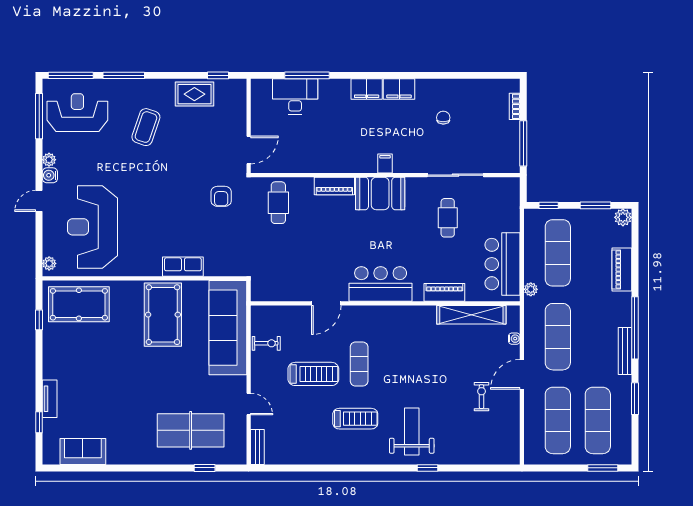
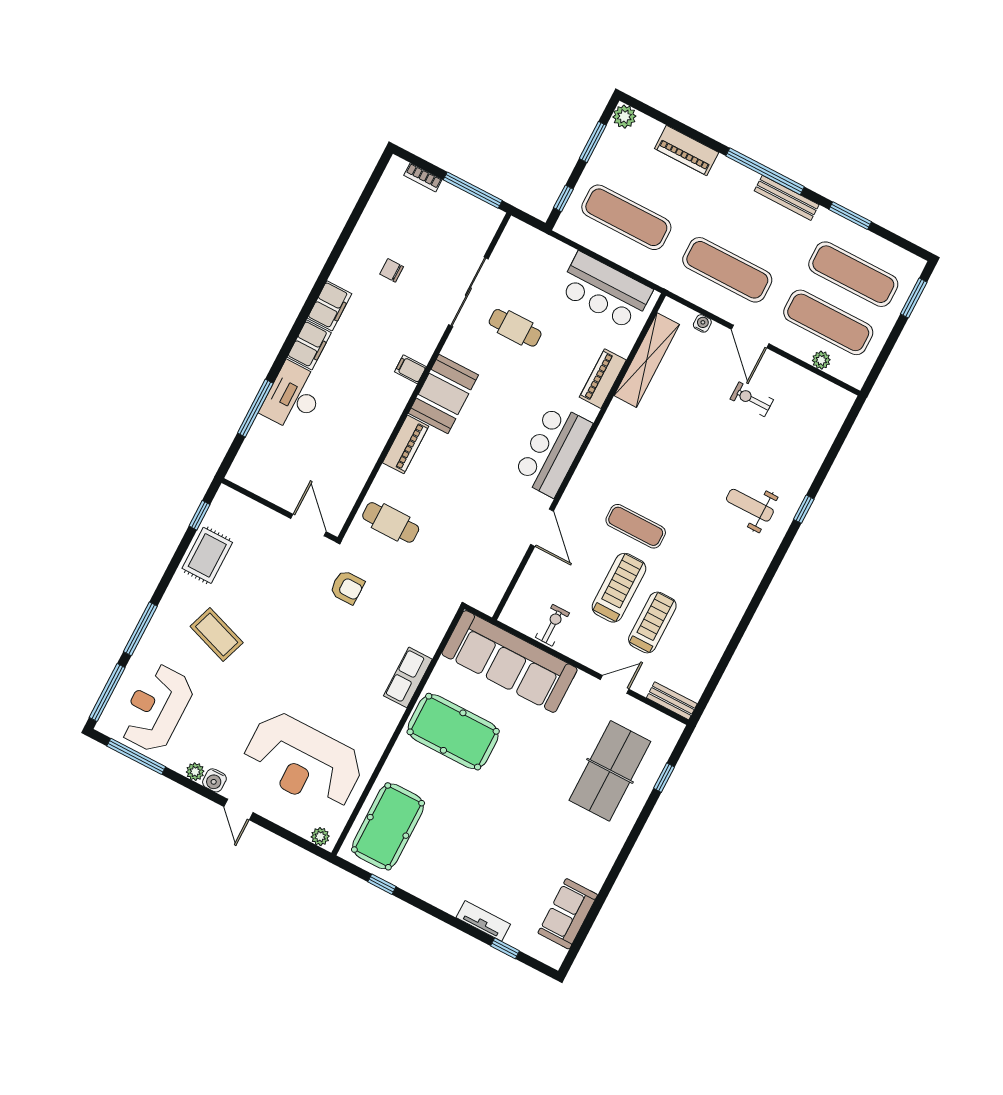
desk: (295, 96) -> (293, 397), moved
plant: (531, 289) -> (821, 360), moved
treadmill: (355, 419) -> (652, 623), moved
weight bench: (412, 432) -> (750, 505), width x0.73, depth x0.75

